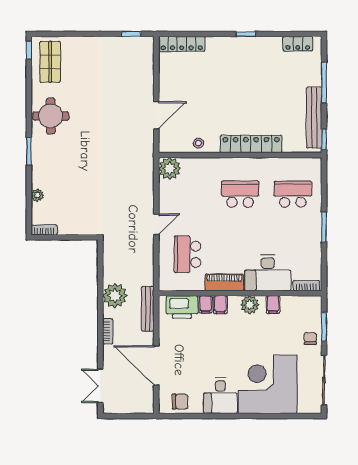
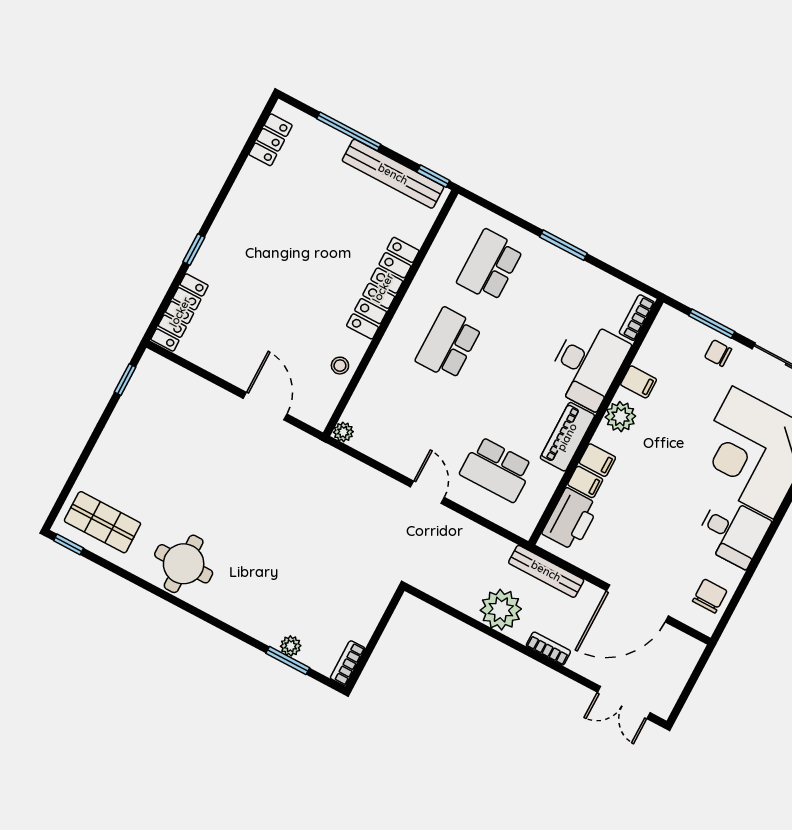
window: (246, 34) -> (194, 249), moved
window: (29, 151) -> (288, 660), moved
plant: (170, 168) -> (343, 432), width x0.53, depth x0.53

